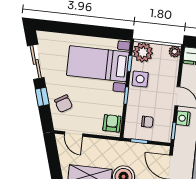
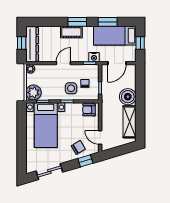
side table: (140, 79) -> (71, 88), moved
window: (42, 97) -> (85, 161), moved
nightstand: (183, 118) -> (94, 57), moved
door: (74, 134) -> (100, 137), swing flipped

